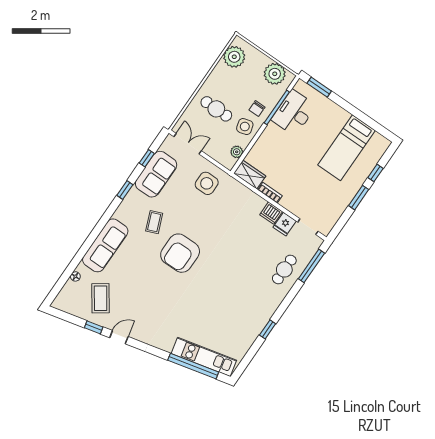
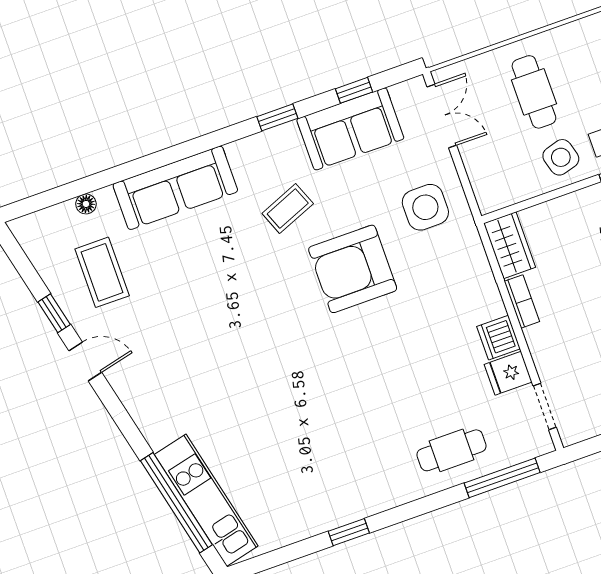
plant: (237, 152) -> (516, 191), removed
armchair: (180, 253) -> (353, 269), moved
coffee table: (101, 298) -> (102, 272), turned -55

